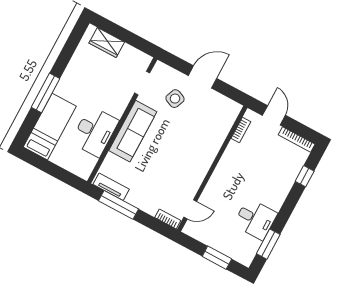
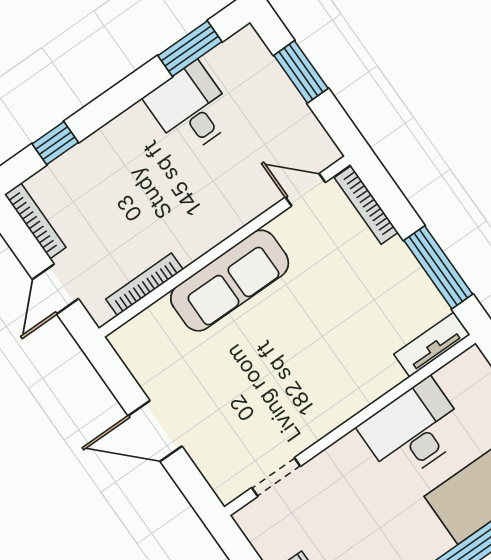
side table: (175, 99) -> (228, 416), removed
bookcase: (241, 130) -> (144, 284), width x1.56
sofa: (133, 131) -> (230, 281), moved, turned 180
tv unit: (111, 187) -> (432, 345), moved, turned 90
bookcase: (168, 219) -> (366, 205), width x1.56

